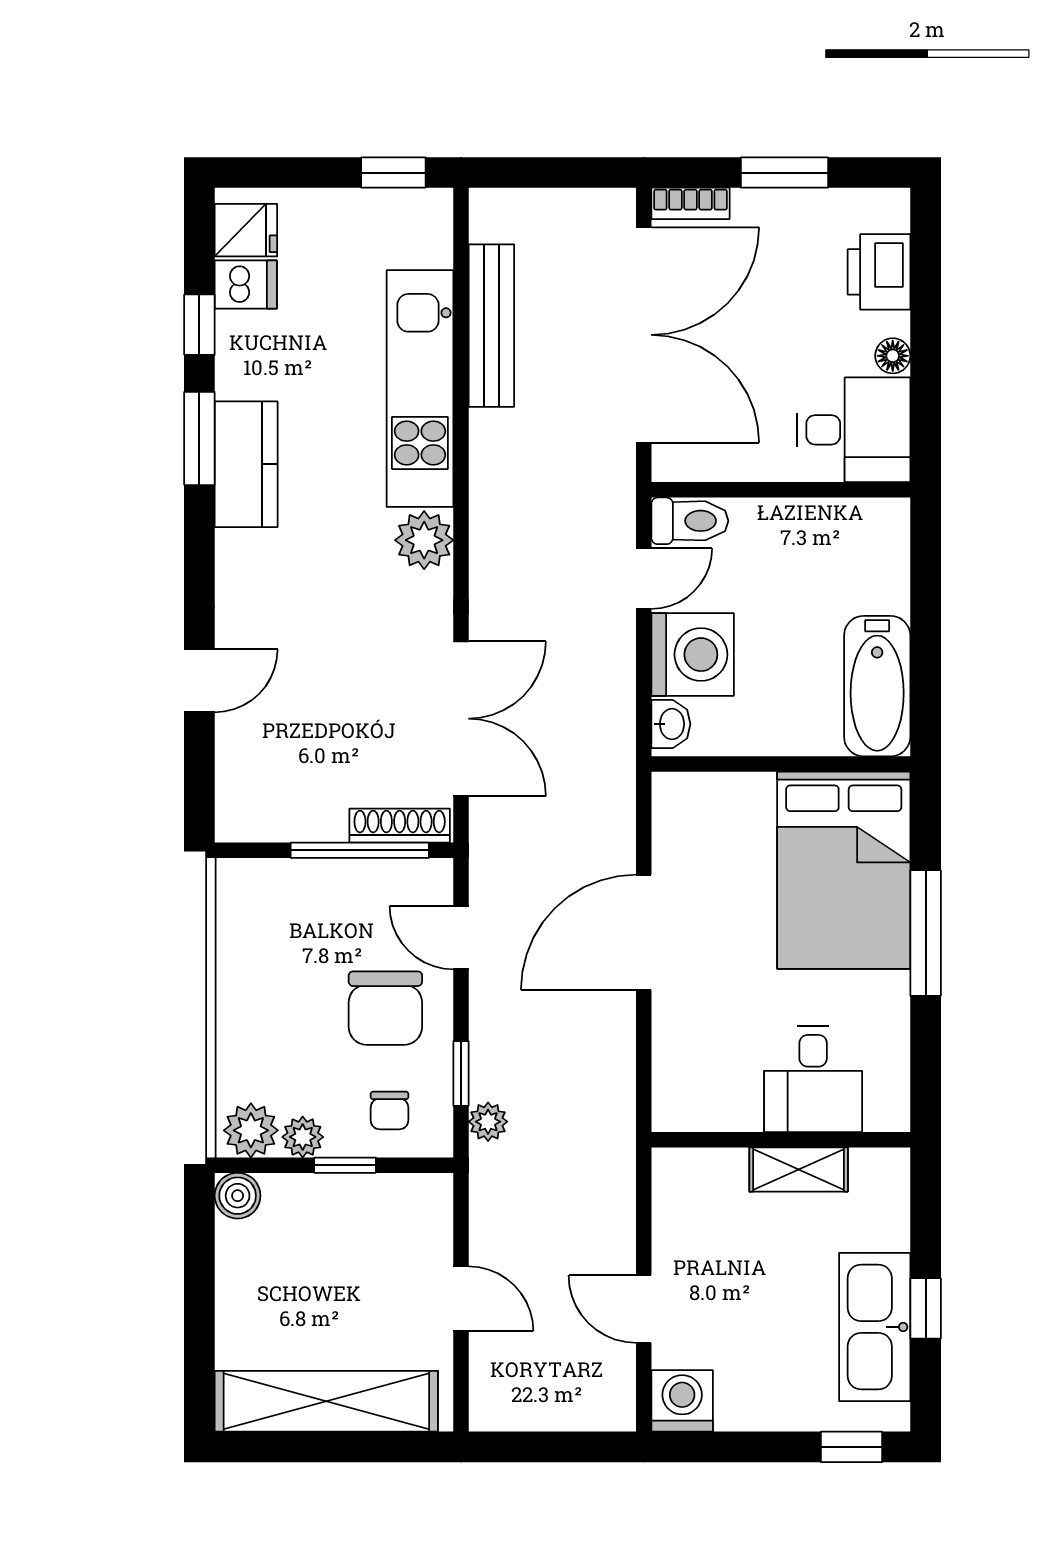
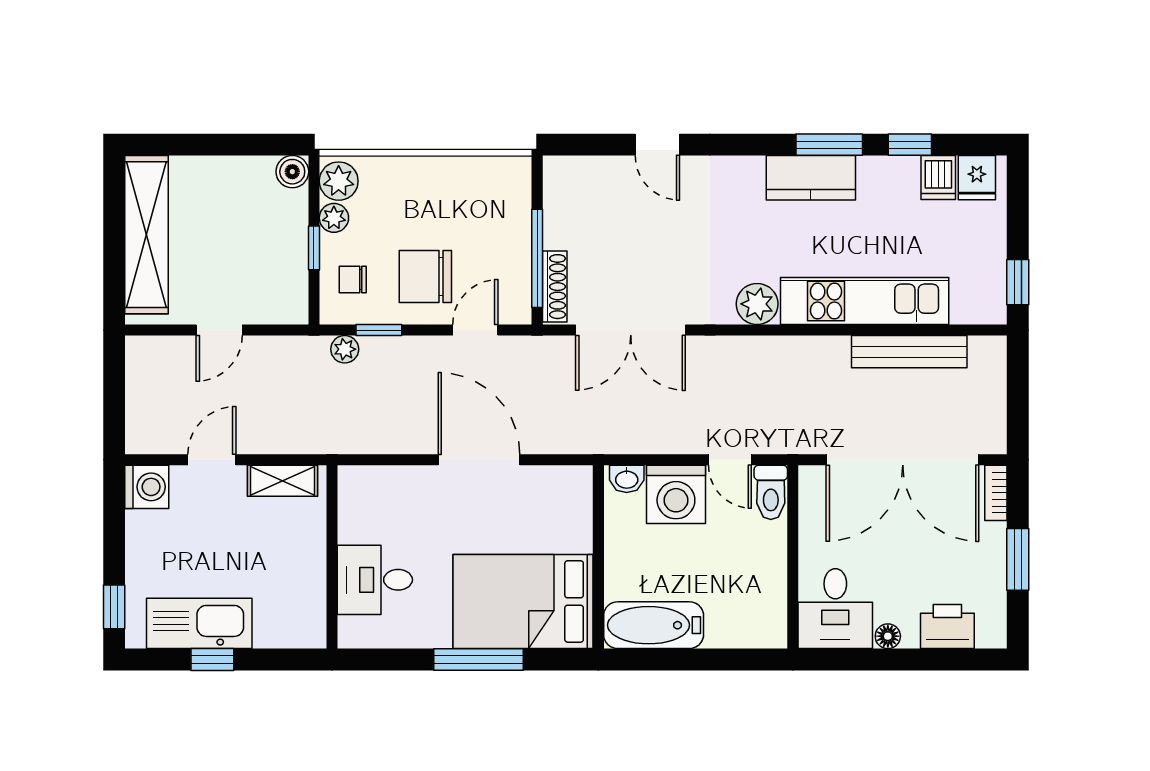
shelving: (799, 1170) -> (283, 481), moved, turned 90

